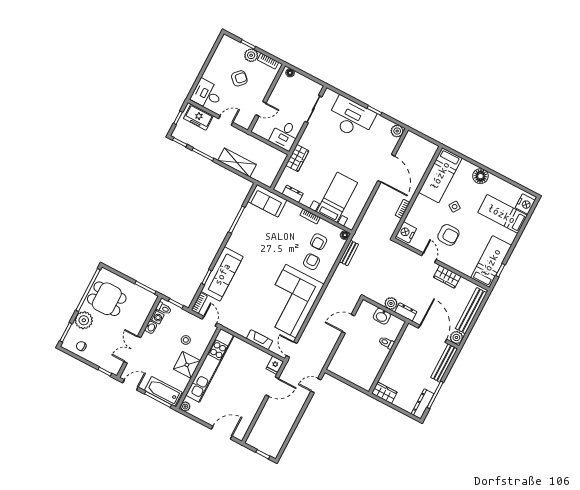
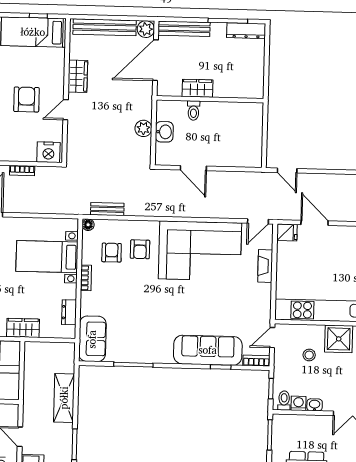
armchair: (319, 242) -> (112, 253), turned -90
armchair: (311, 262) -> (140, 249), turned -90
dresser: (406, 312) -> (145, 106), removed
wardrobe: (384, 393) -> (197, 88), moved, turned 90

